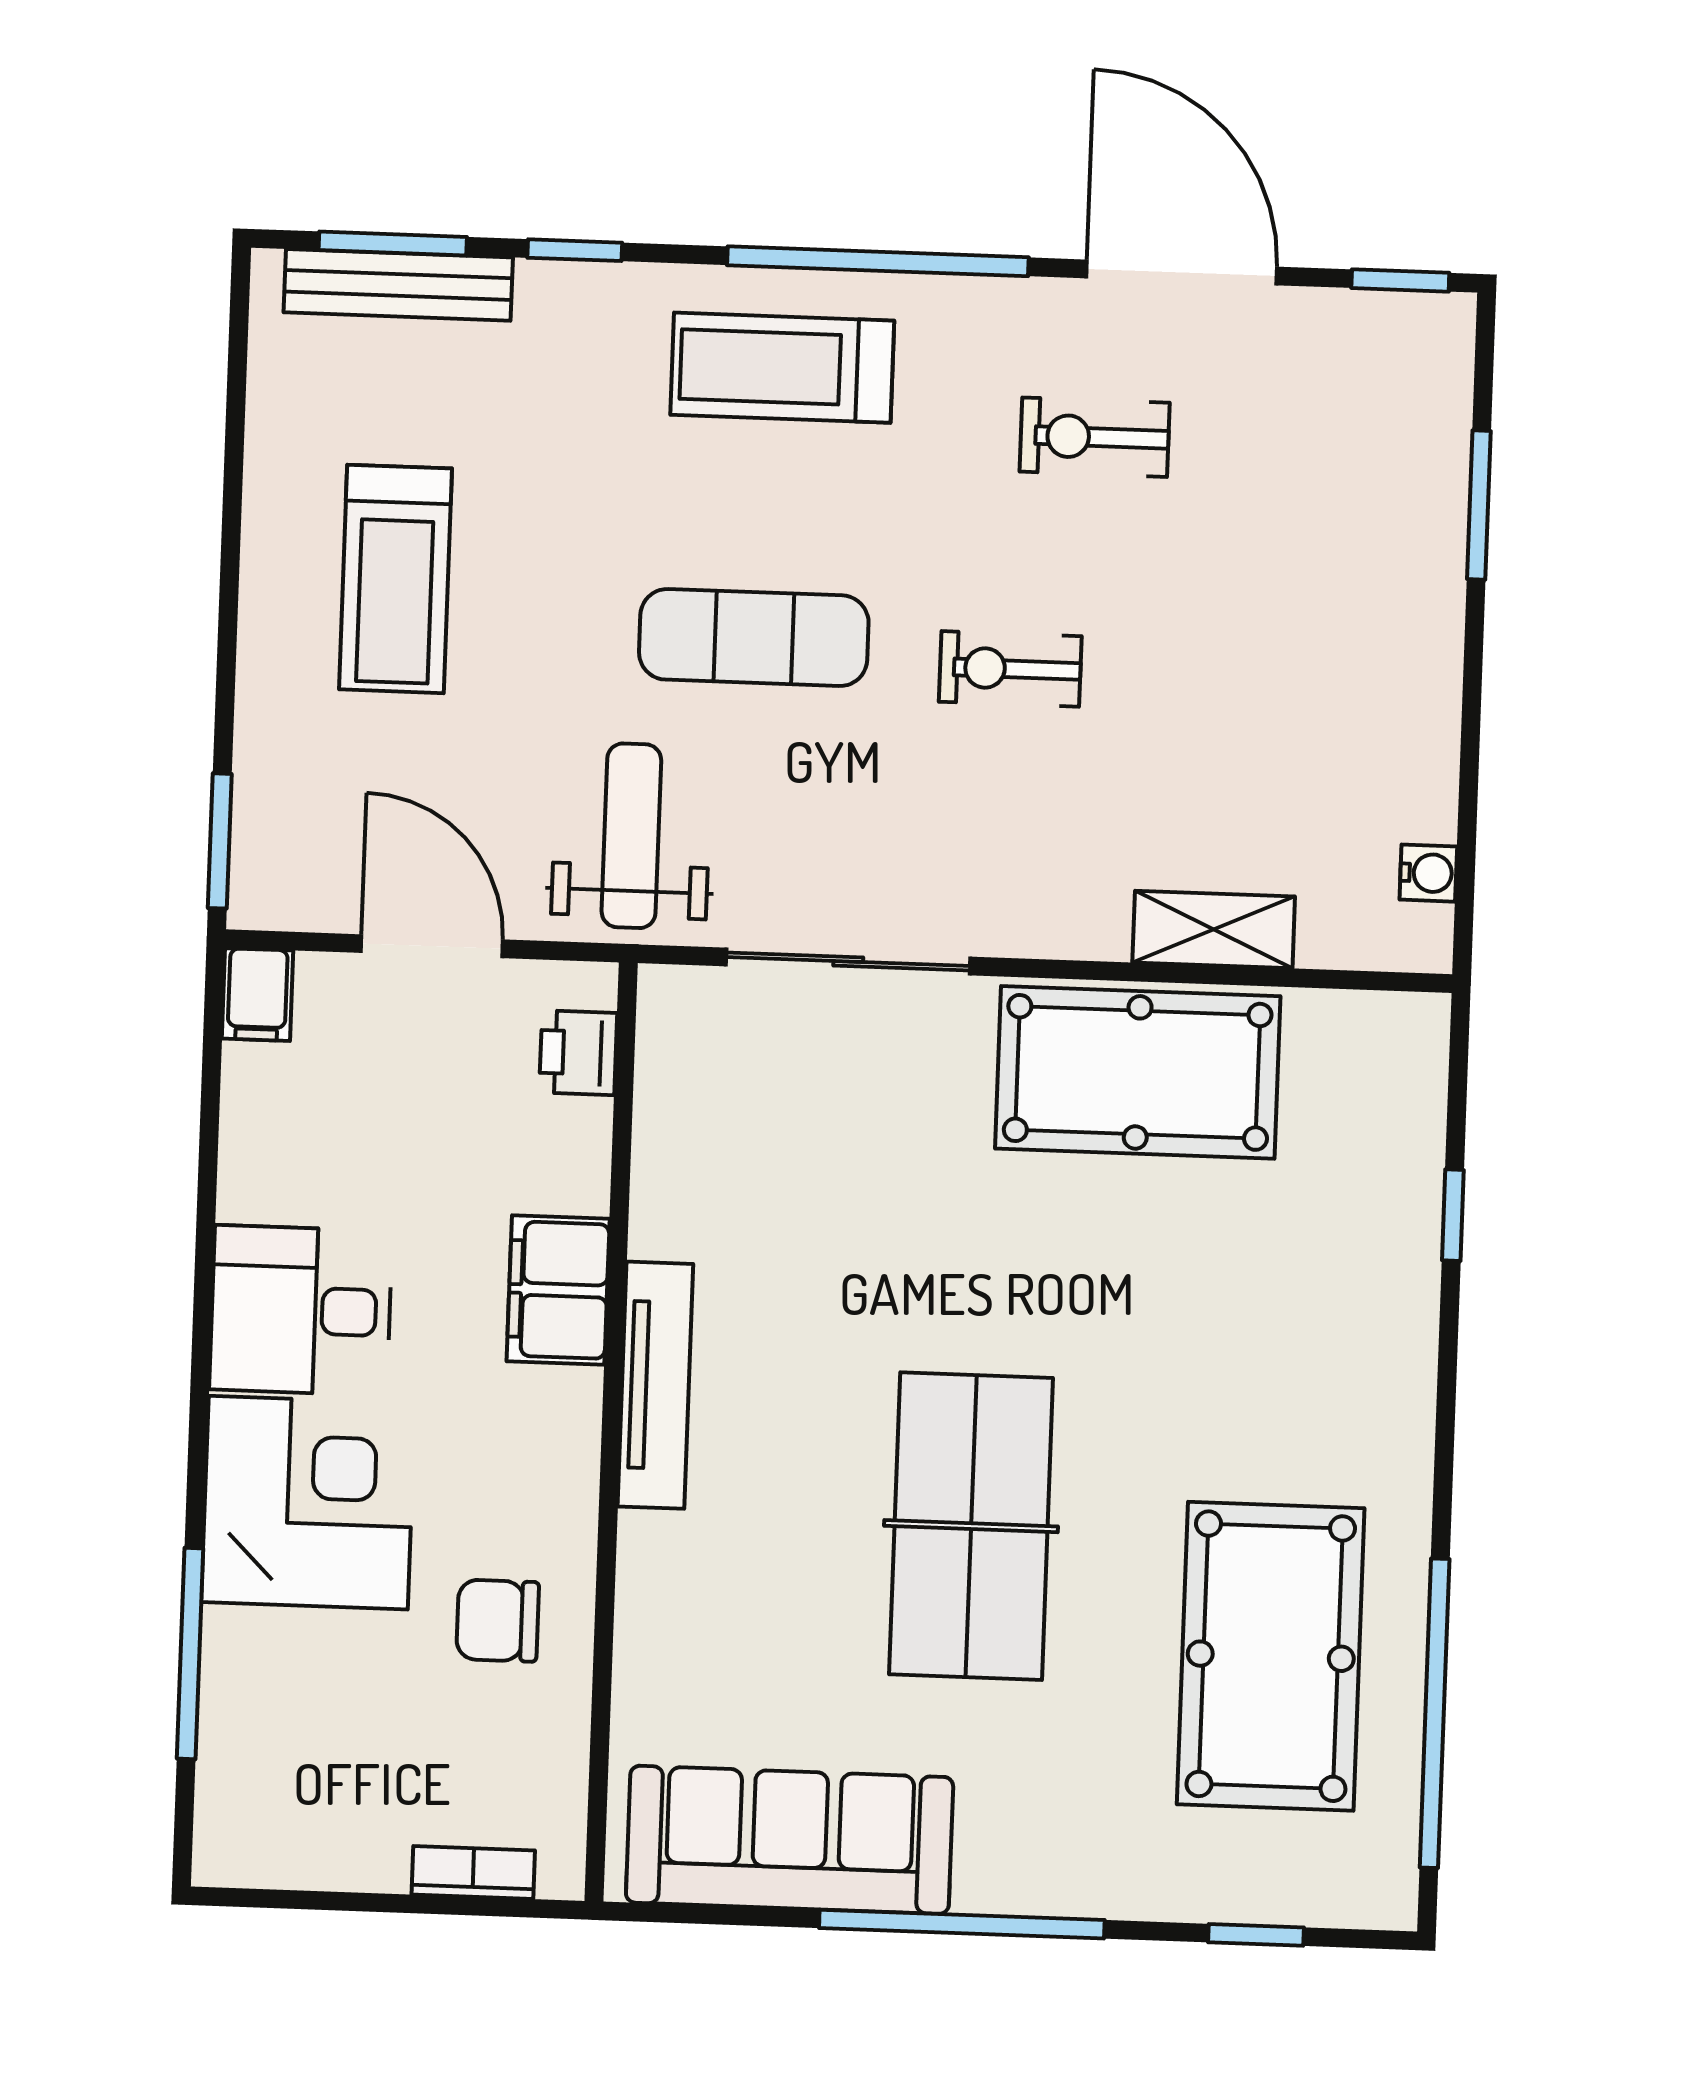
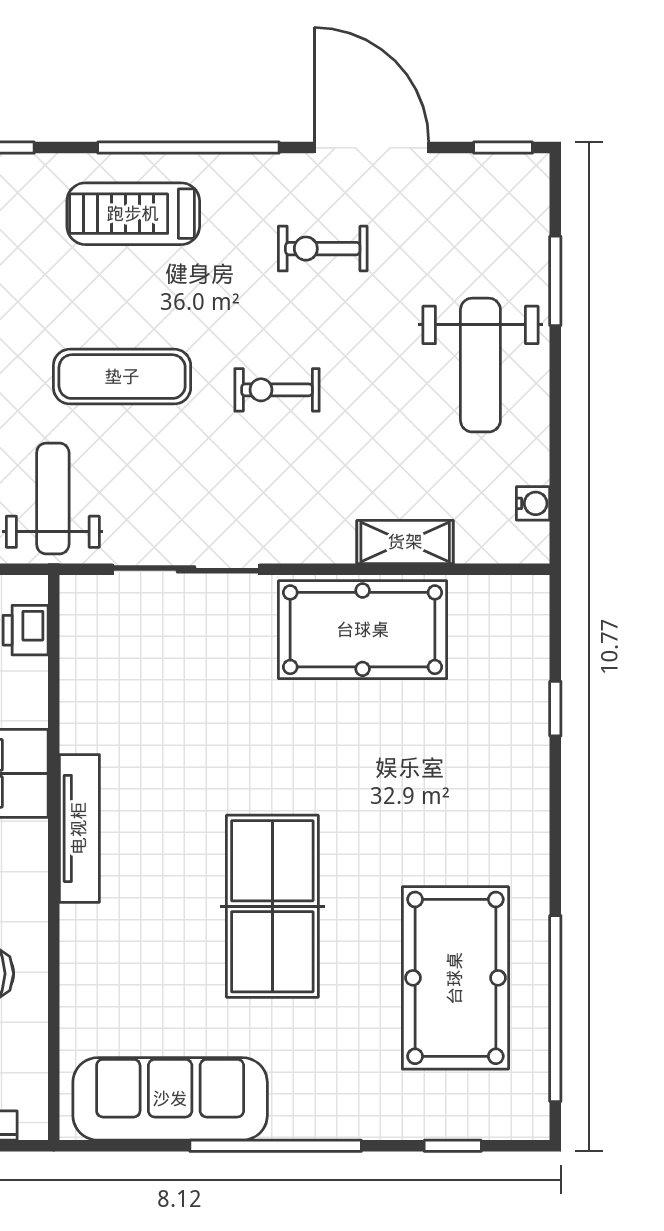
weight bench: (1350, 640) -> (480, 365), added

